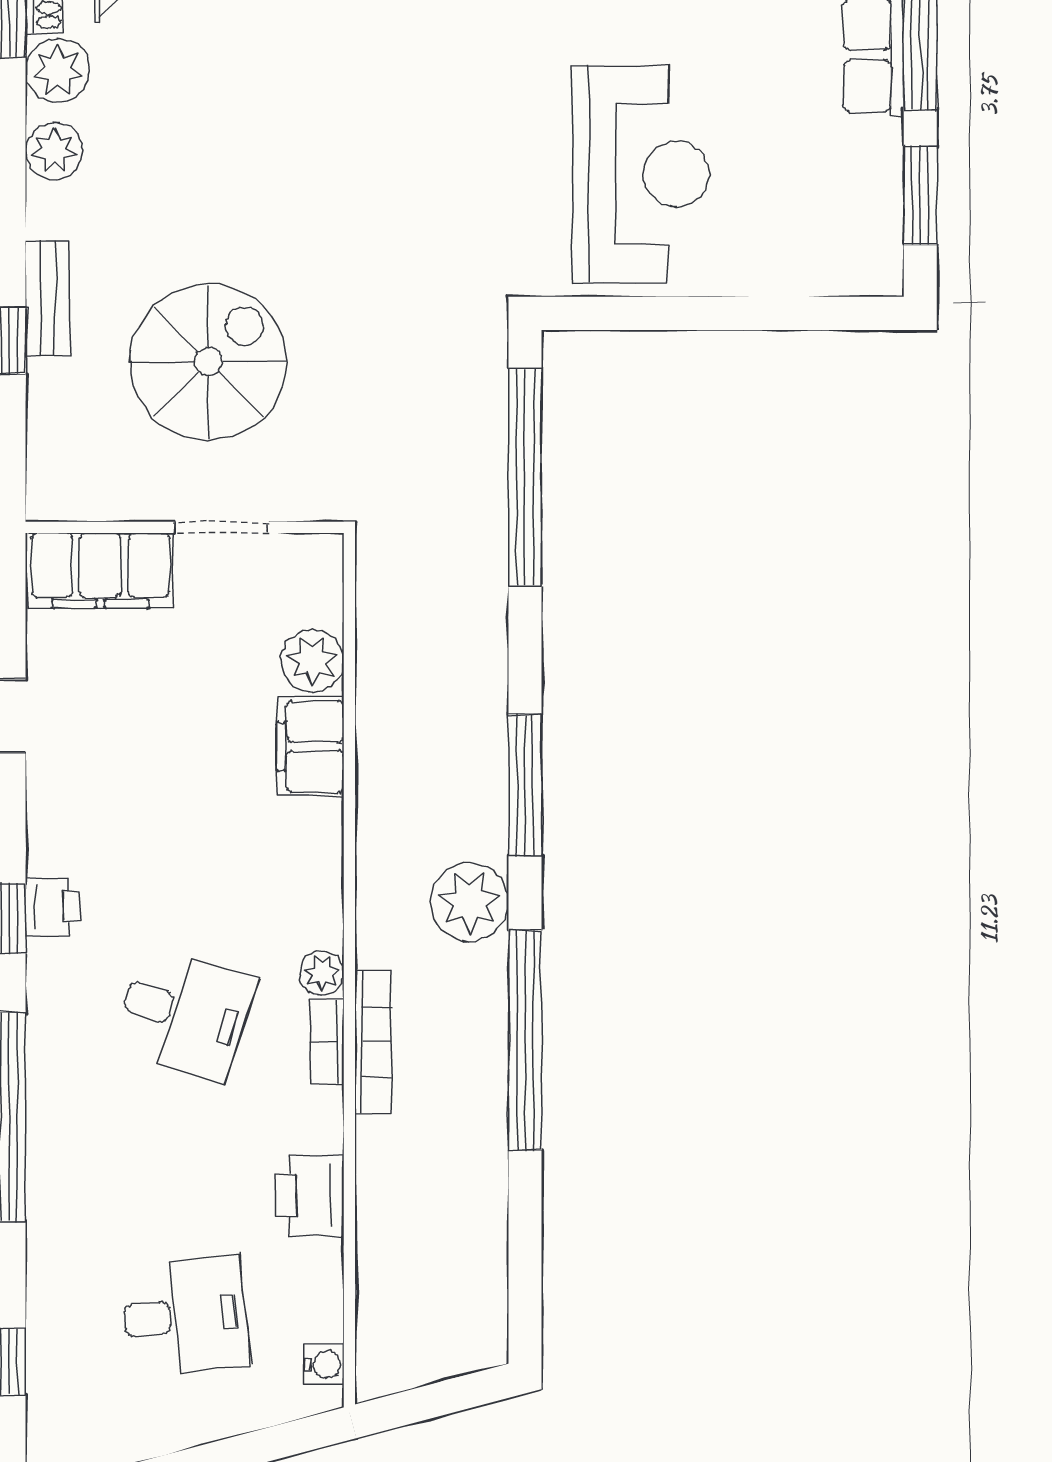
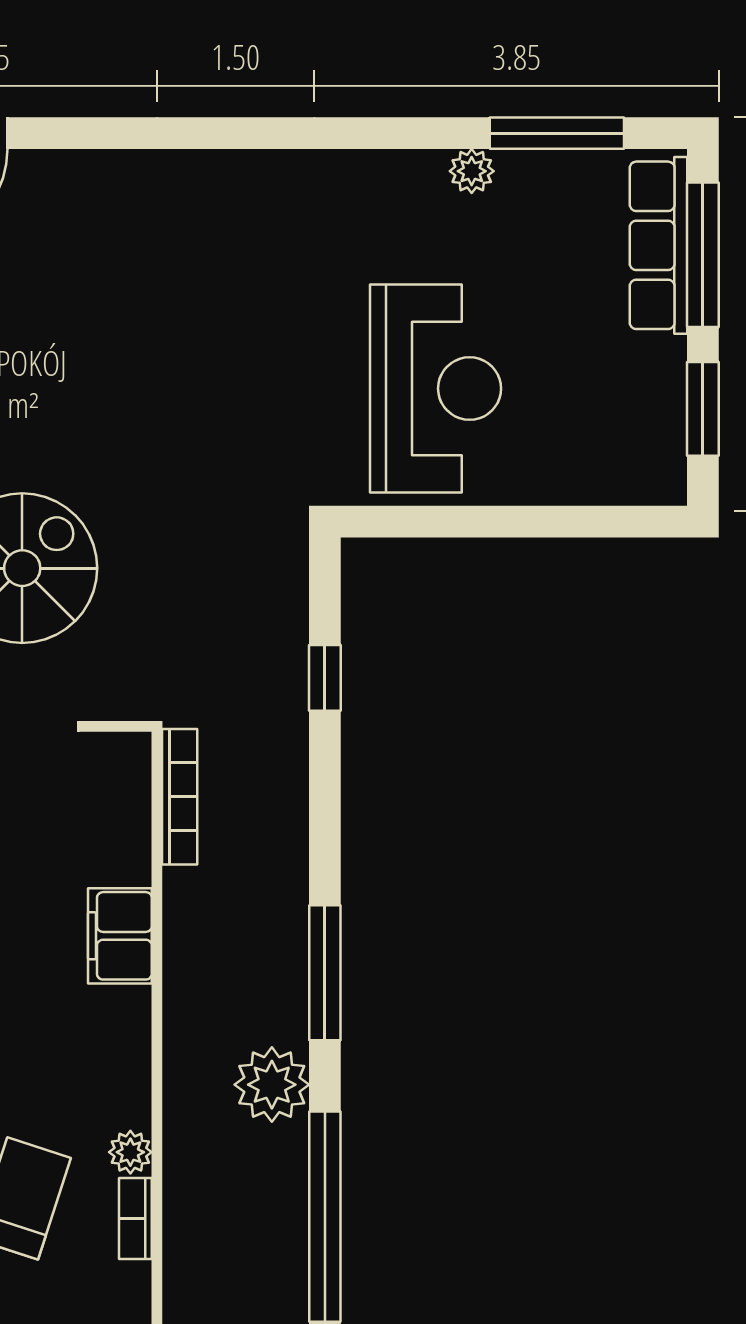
window: (525, 477) -> (325, 678), width x0.32
plant: (312, 661) -> (122, 854), removed
bookcase: (373, 1042) -> (180, 797), moved

